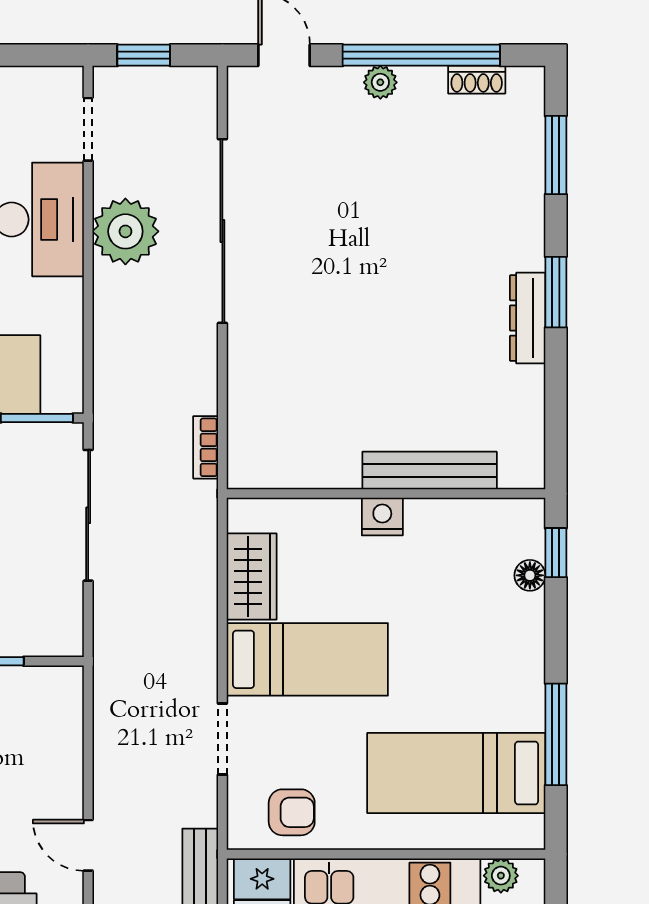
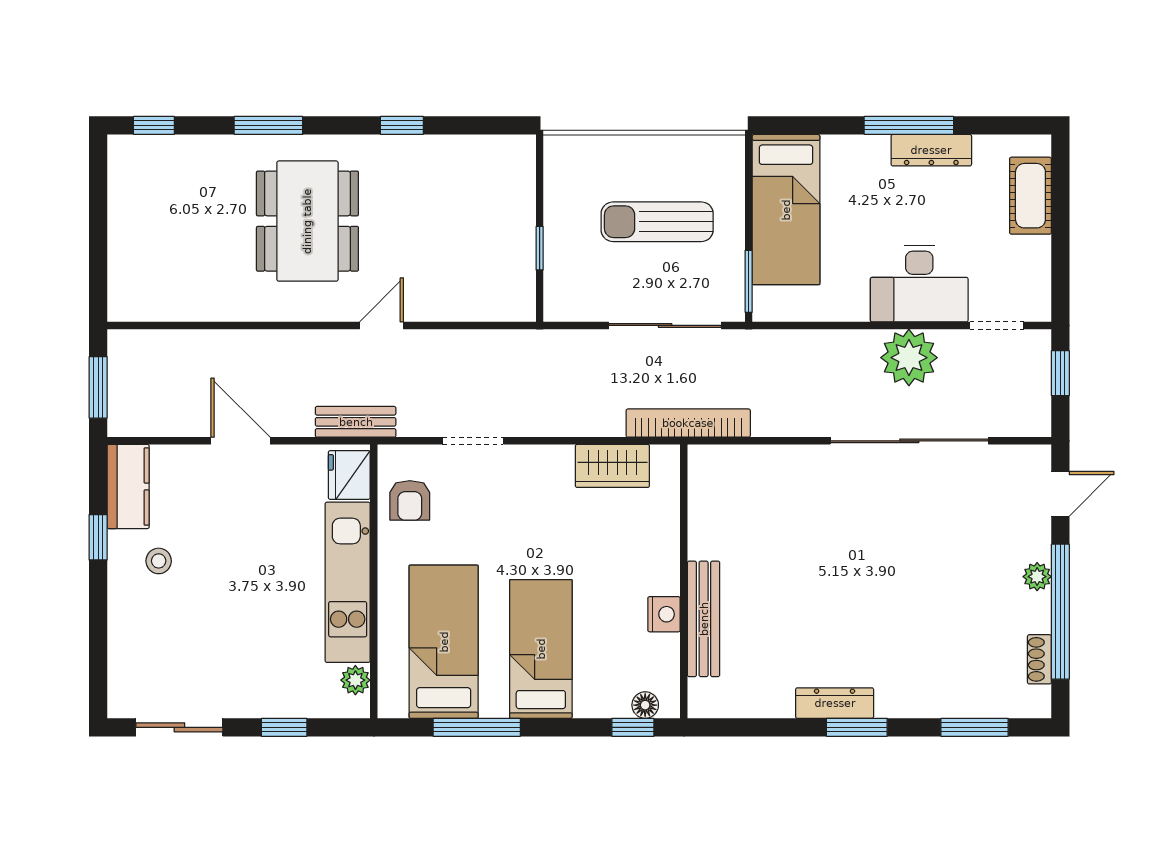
bookcase: (206, 447) -> (688, 423), width x2.31, depth x1.31
nightstand: (382, 517) -> (664, 614), moved
floor lamp: (530, 575) -> (645, 705), moved
bed: (307, 659) -> (541, 649), moved, turned 180

